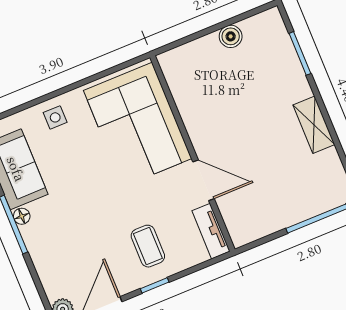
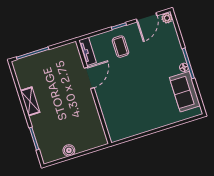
side table: (55, 117) -> (162, 117), removed
corner sofa: (138, 125) -> (120, 109), removed
door: (204, 180) -> (89, 78), swing flipped

